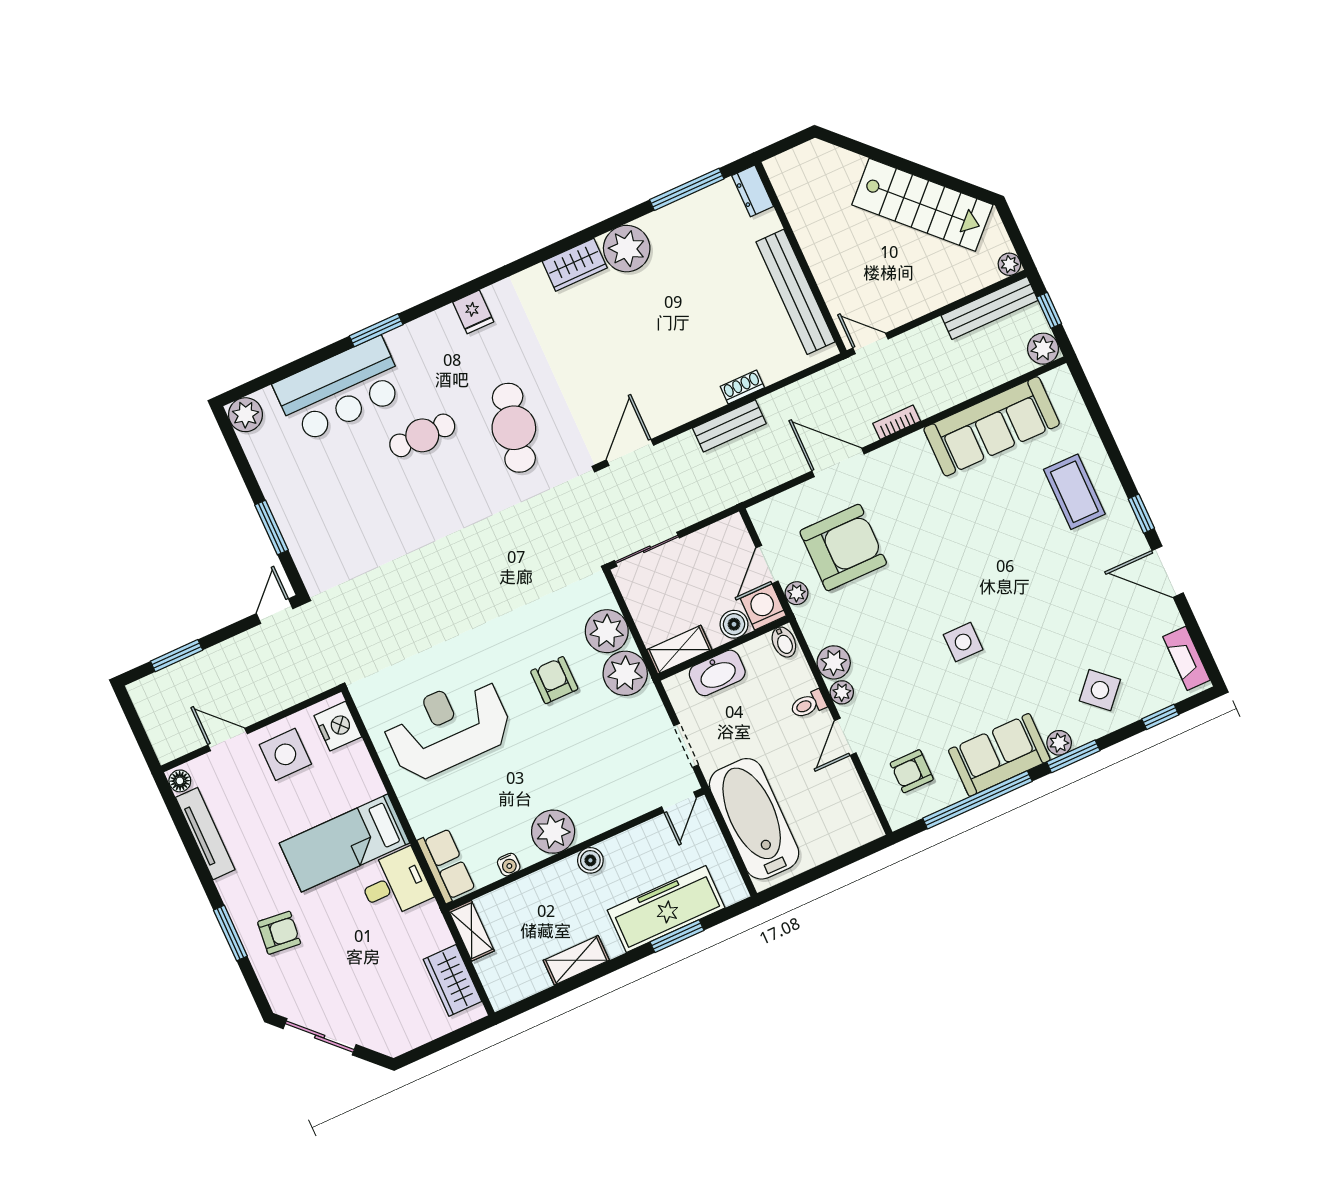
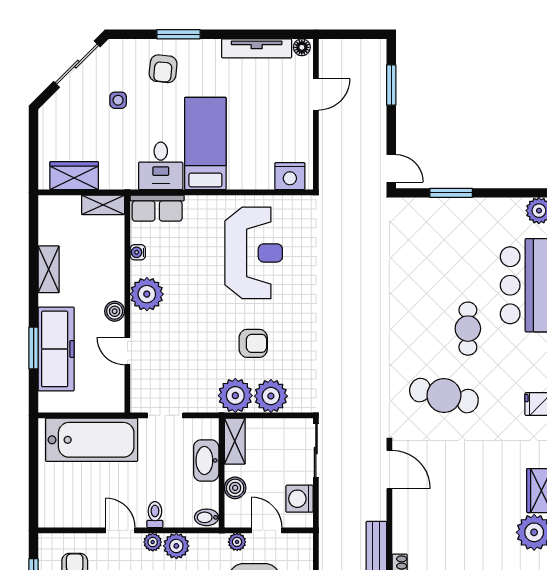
washing machine: (763, 607) -> (300, 499), moved, turned 180
side table: (285, 754) -> (118, 100), moved, width x0.54, depth x0.54
door: (679, 802) -> (127, 351), moved

